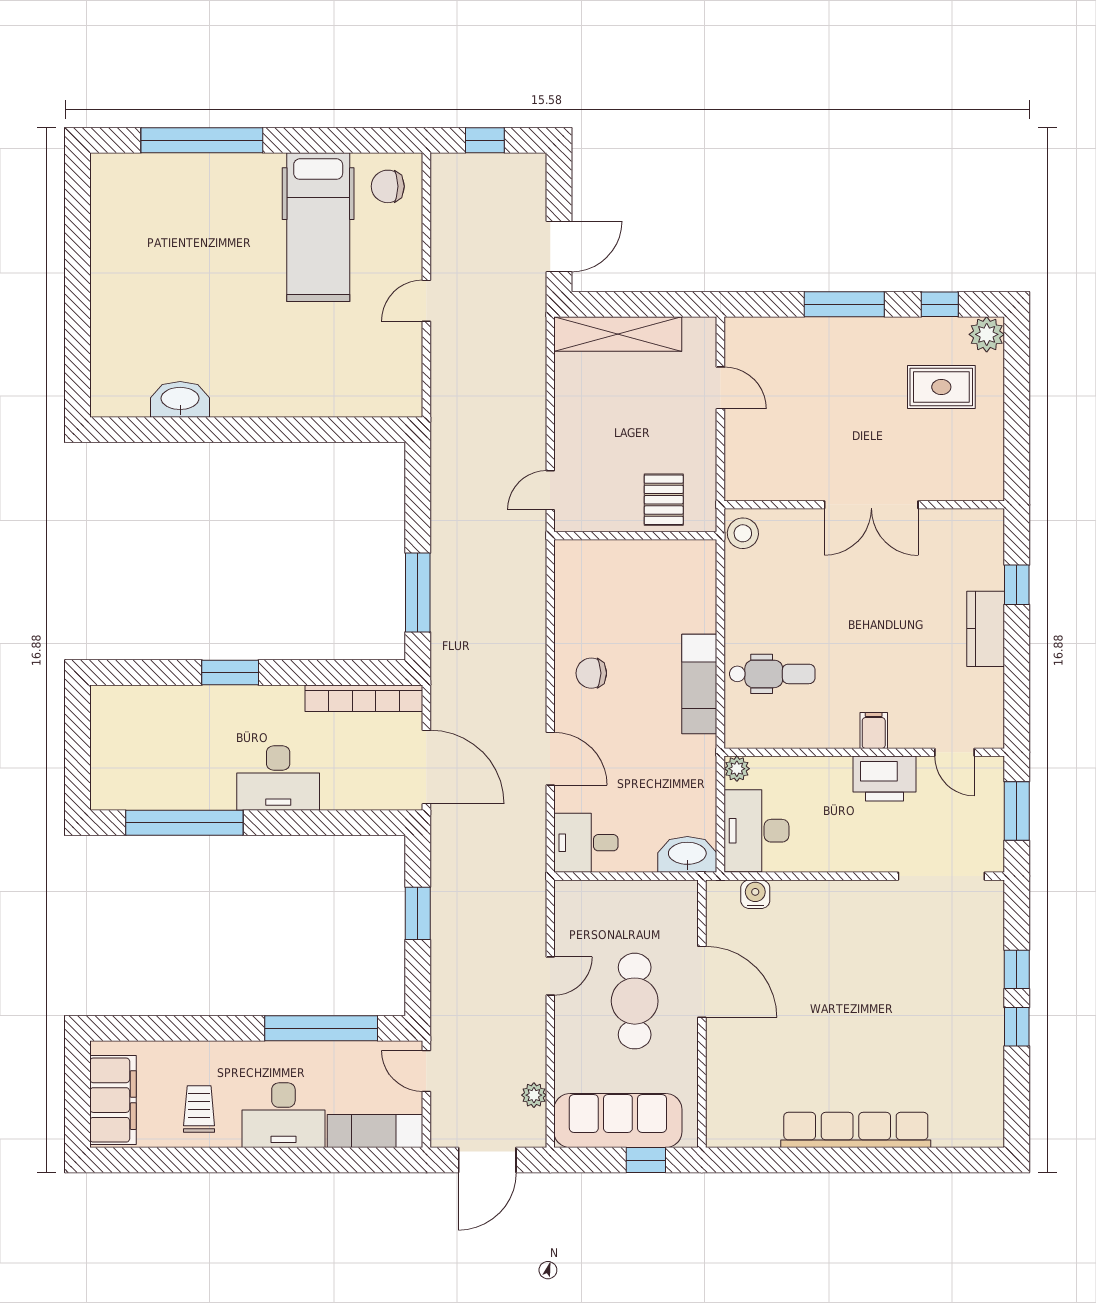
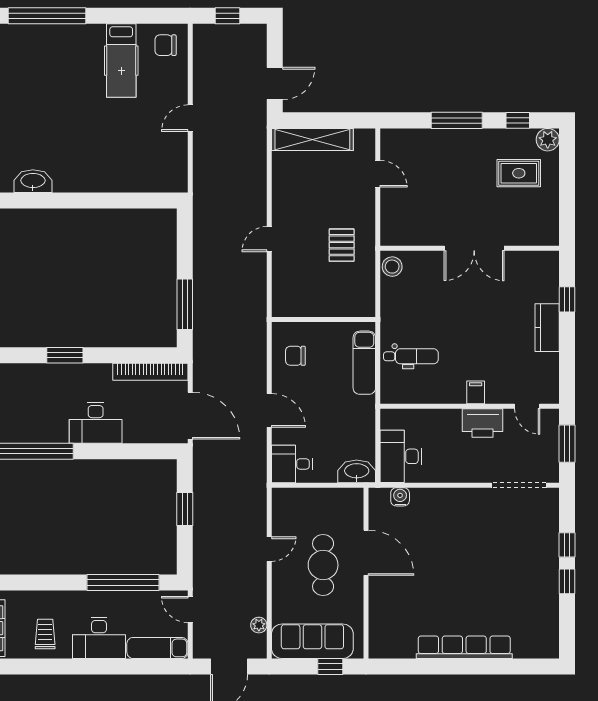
hospital bed: (318, 227) -> (121, 61), width x0.73, depth x0.78
wall: (635, 536) -> (324, 319), moved
plant: (737, 769) -> (388, 417), removed

